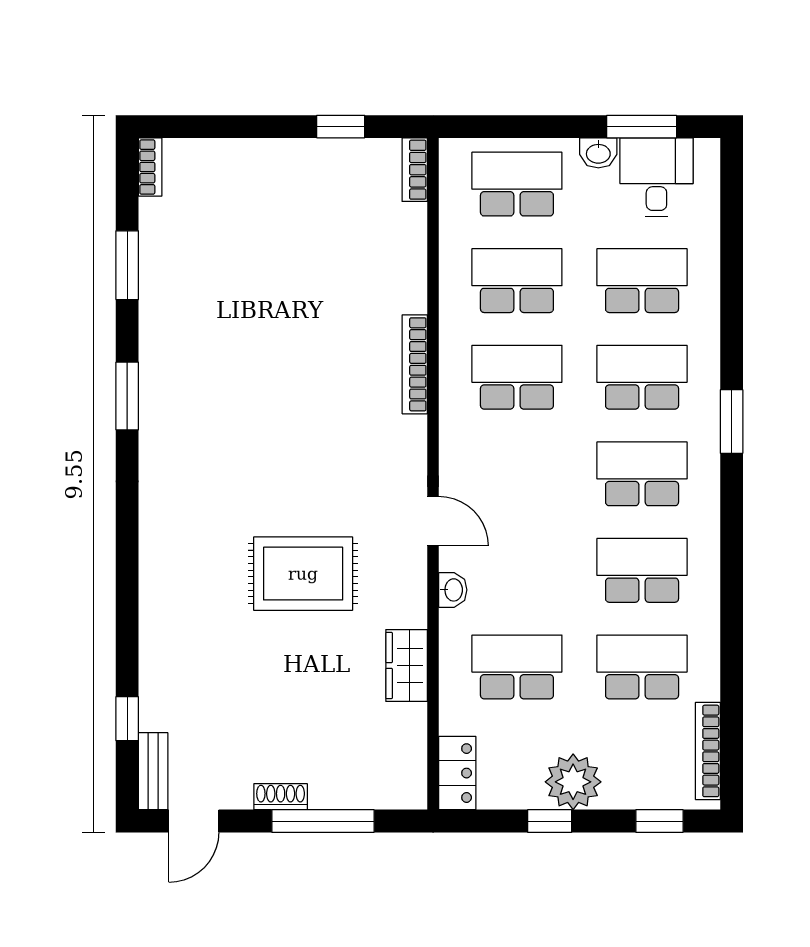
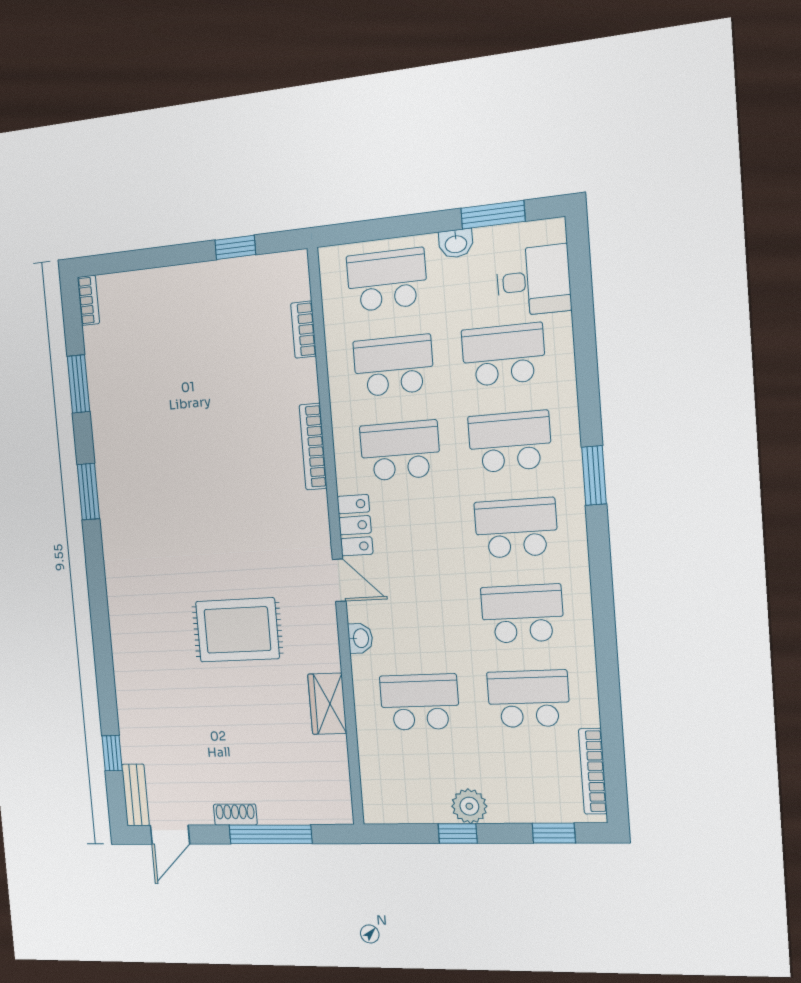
bookcase: (415, 170) -> (304, 330), moved
desk: (656, 177) -> (533, 281), moved, turned 90
locker: (457, 773) -> (355, 525), moved
plant: (573, 782) -> (469, 806), width x0.73, depth x0.73

